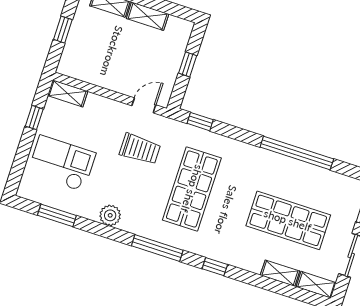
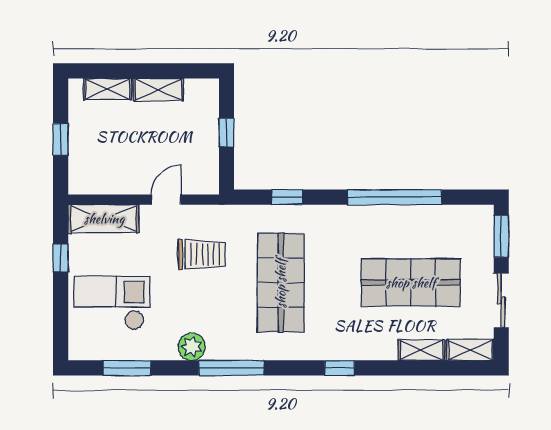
shelving: (68, 93) -> (104, 219), width x1.50, depth x1.33
door: (144, 105) -> (166, 200), moved
window: (200, 122) -> (287, 197), moved
window: (157, 248) -> (231, 368), moved

